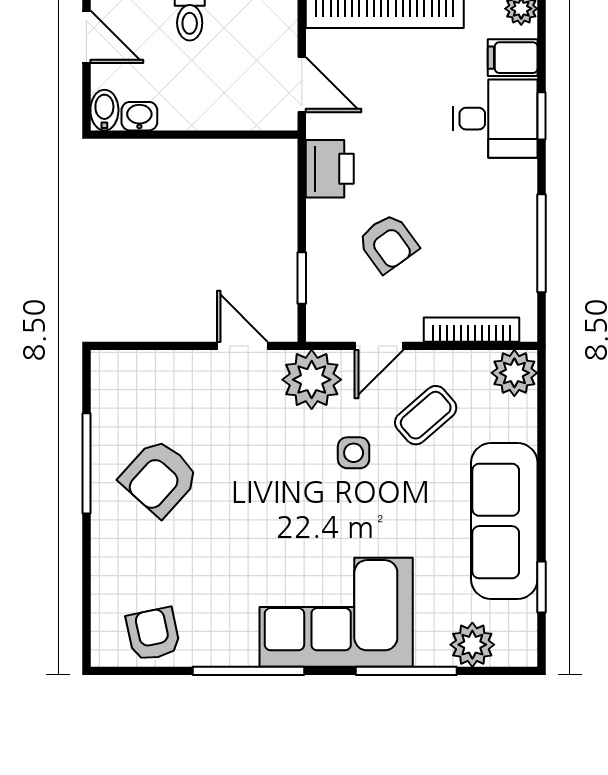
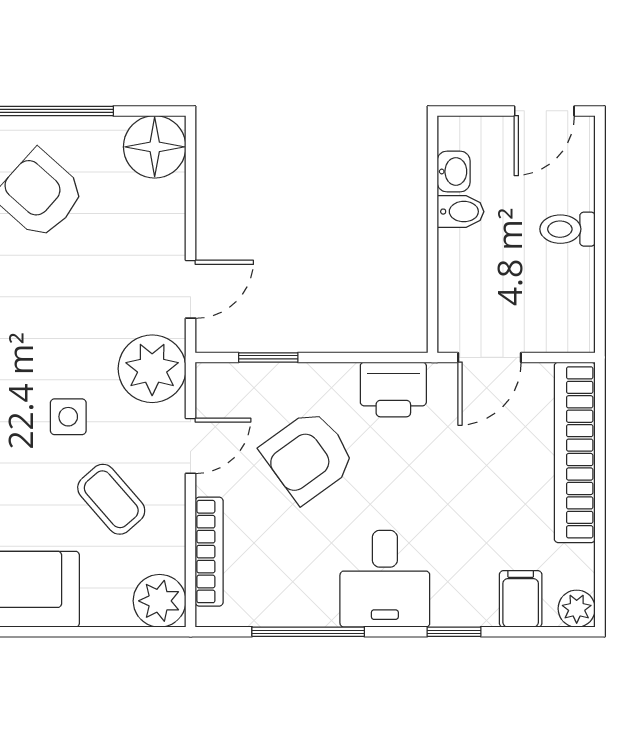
bidet: (104, 110) -> (461, 212), moved
desk: (495, 119) -> (385, 579), moved
armchair: (388, 243) -> (308, 456), width x1.38, depth x1.38
door: (379, 346) -> (191, 446), swing flipped
floor lamp: (118, 377) -> (155, 147), added

